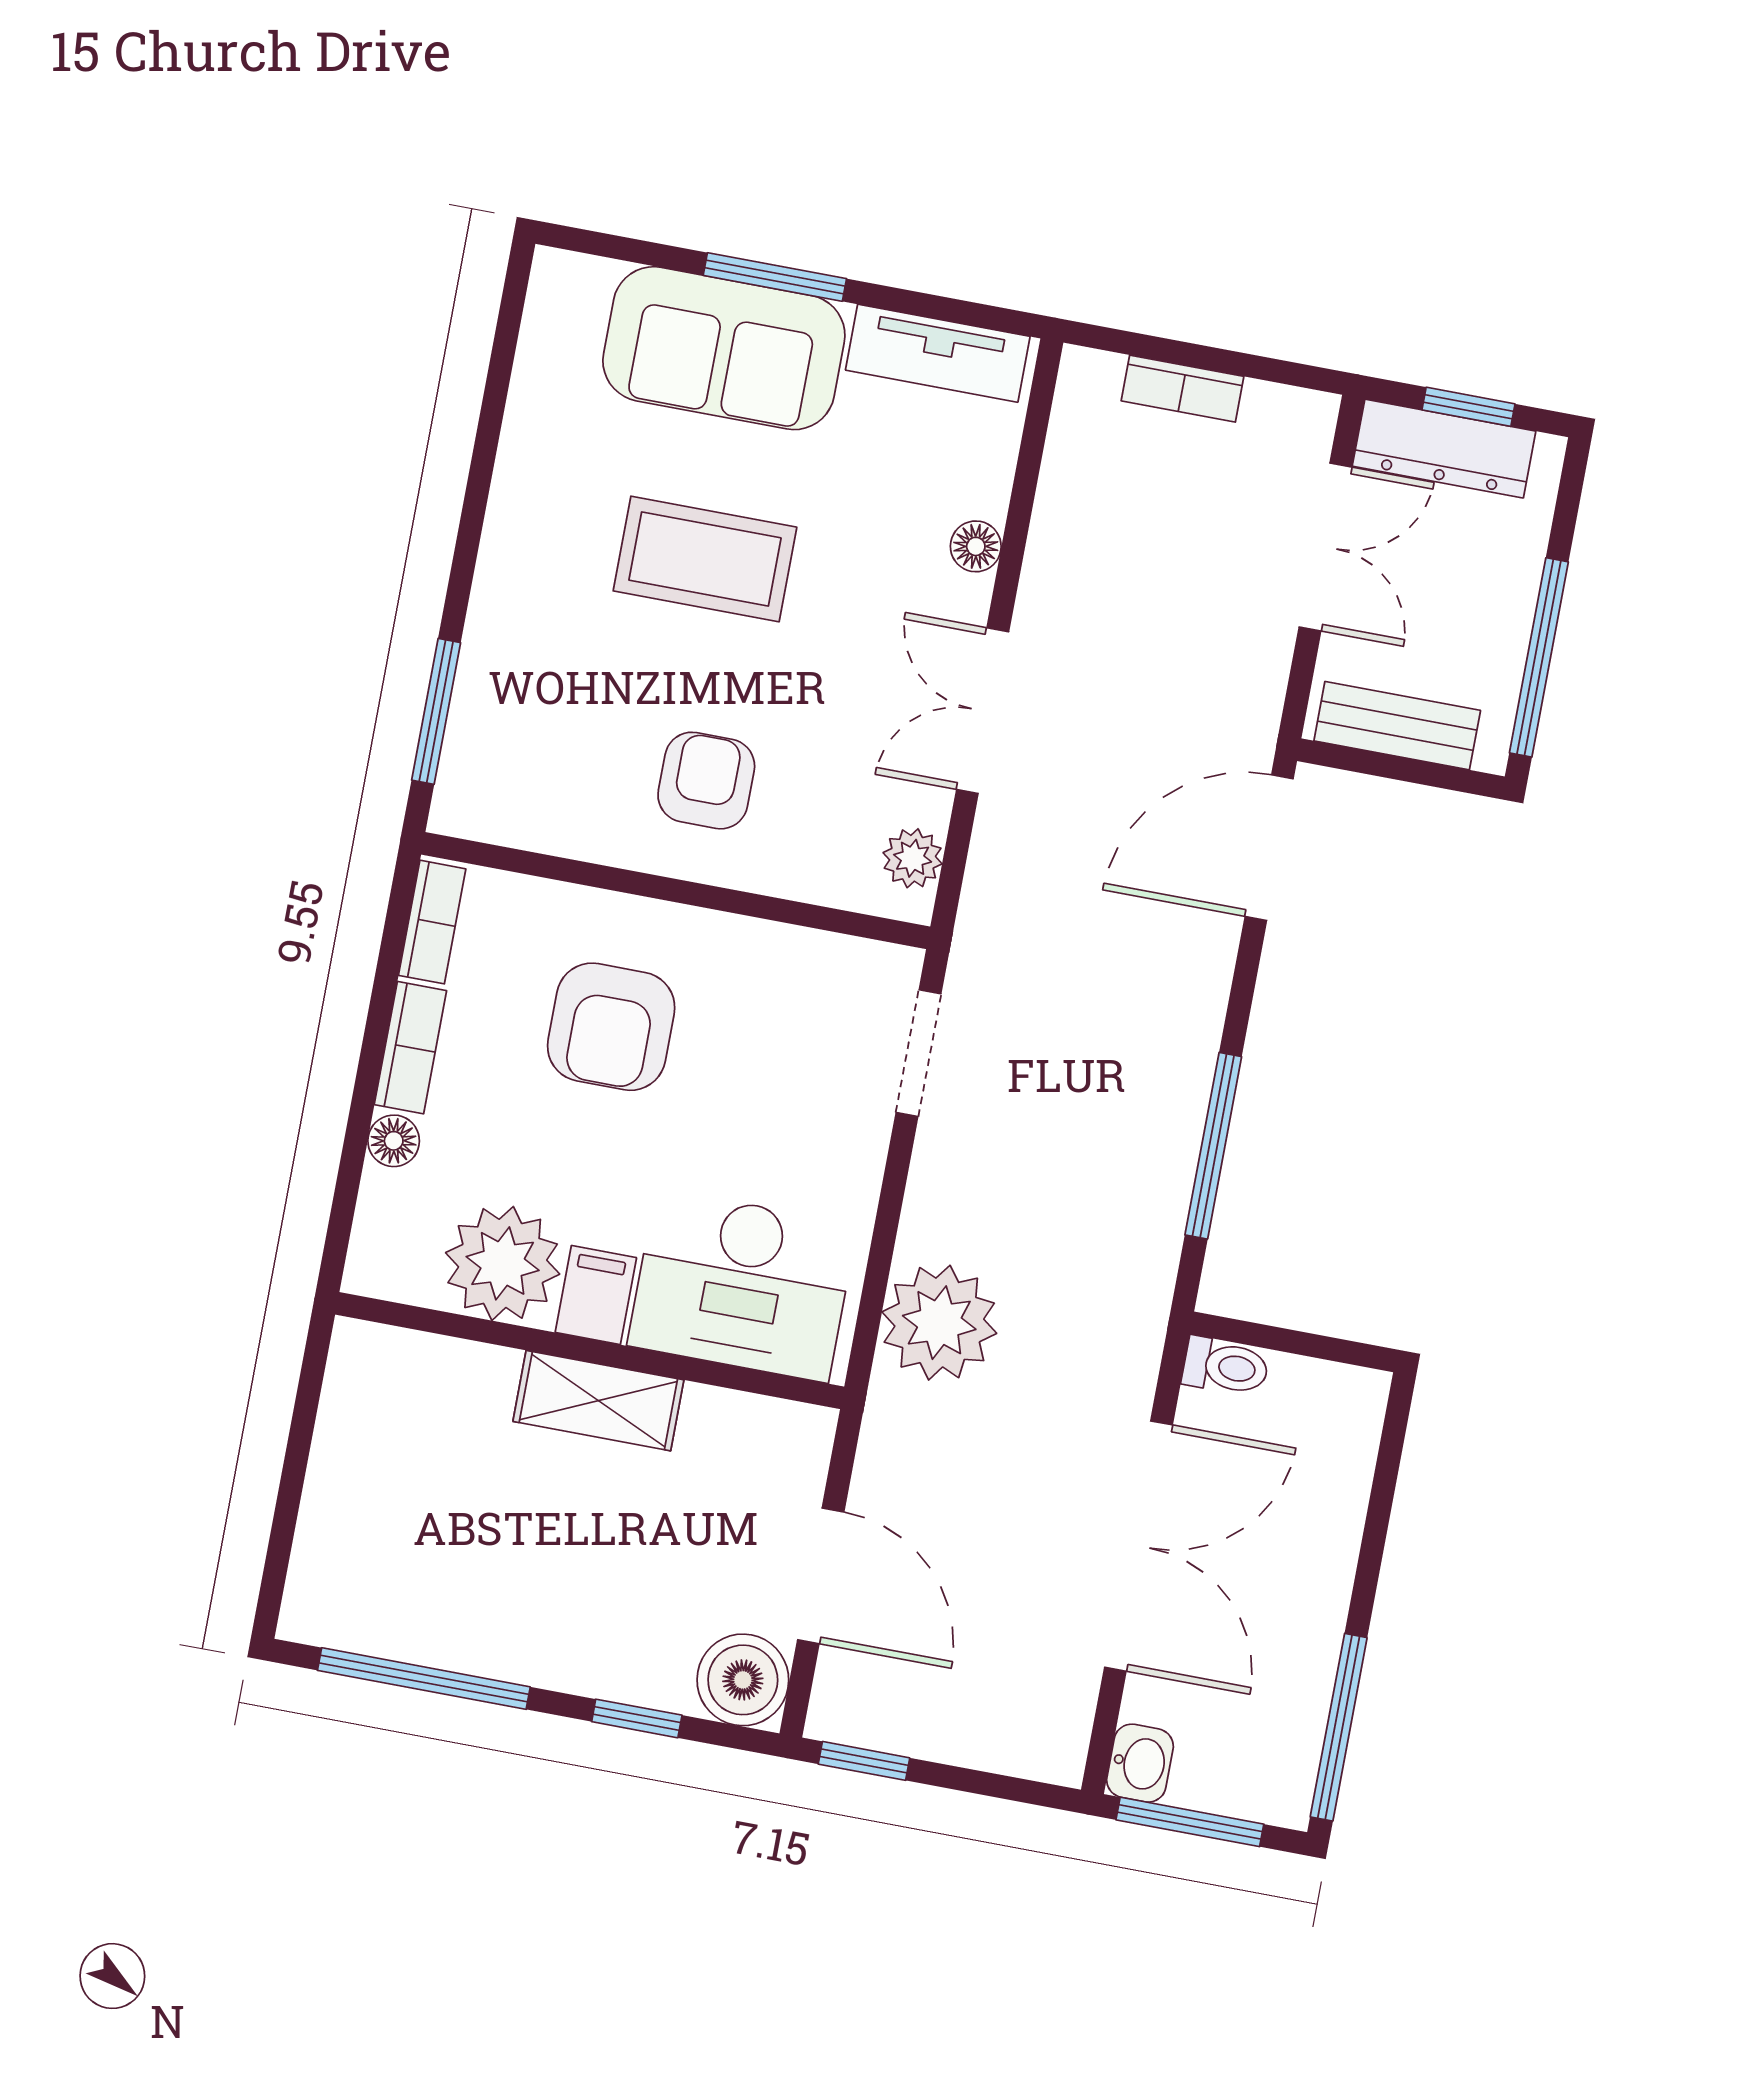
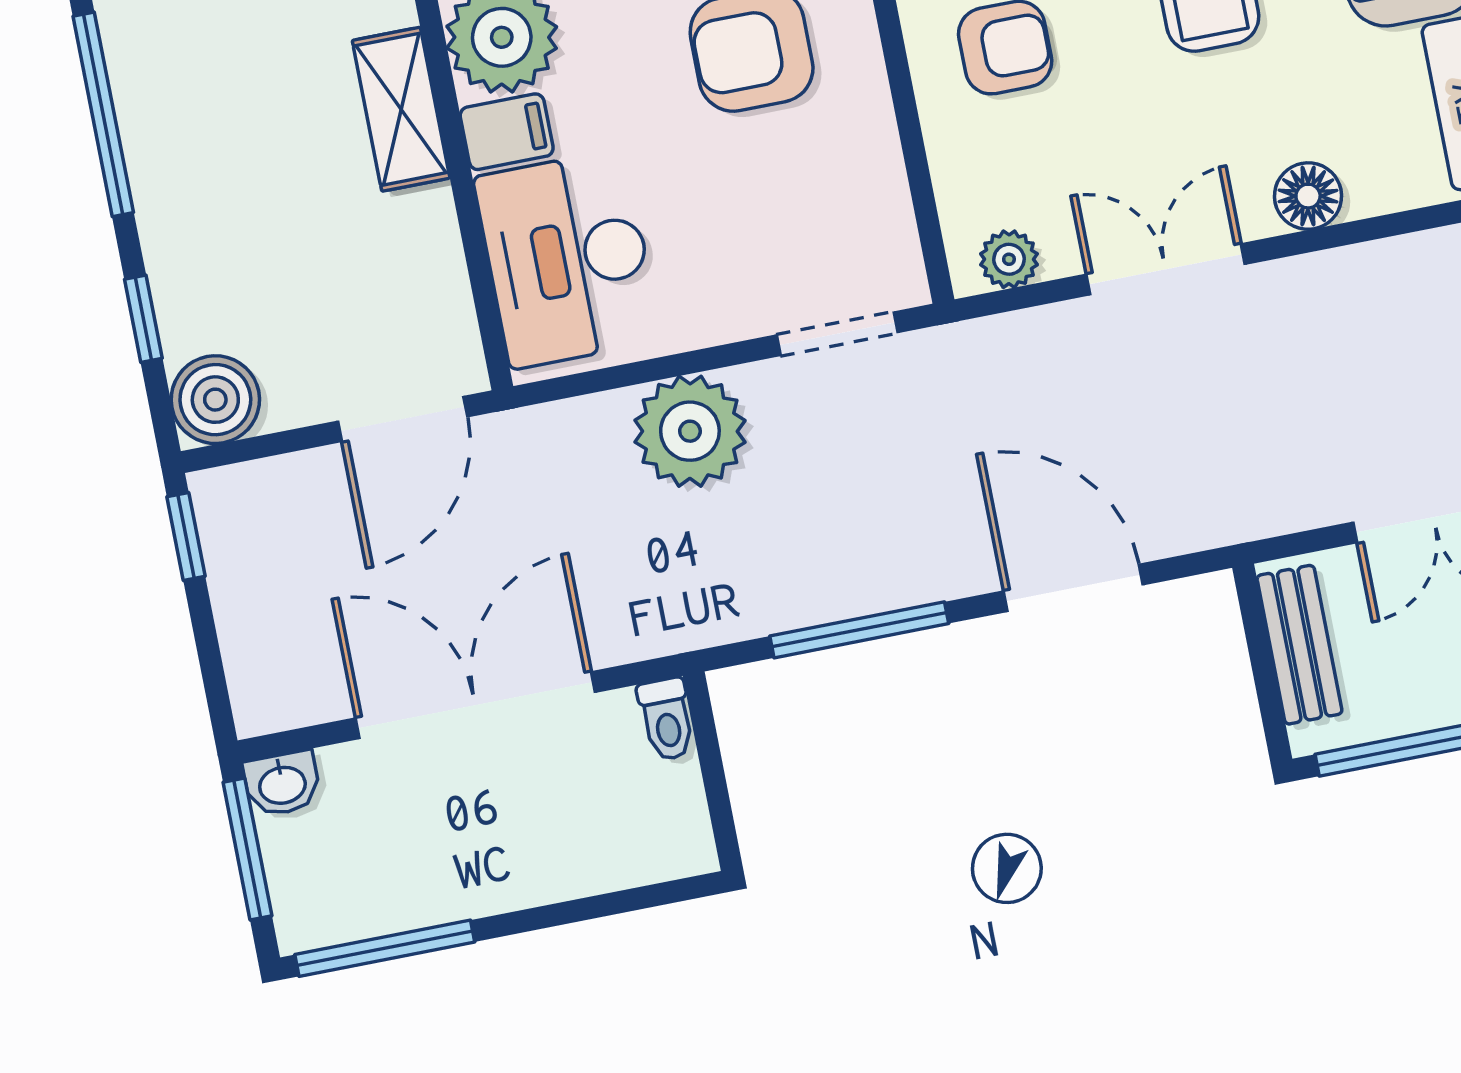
floor lamp: (976, 546) -> (1308, 196), width x1.37, depth x1.37
door: (1269, 848) -> (1073, 588), moved
plant: (939, 1323) -> (690, 431), moved
shelving: (598, 1401) -> (401, 109), moved
double door: (1138, 1546) -> (475, 705), swing flipped
door: (821, 1576) -> (403, 419), moved

